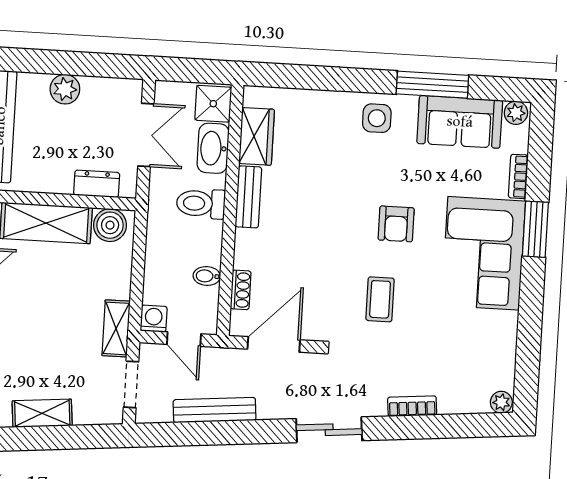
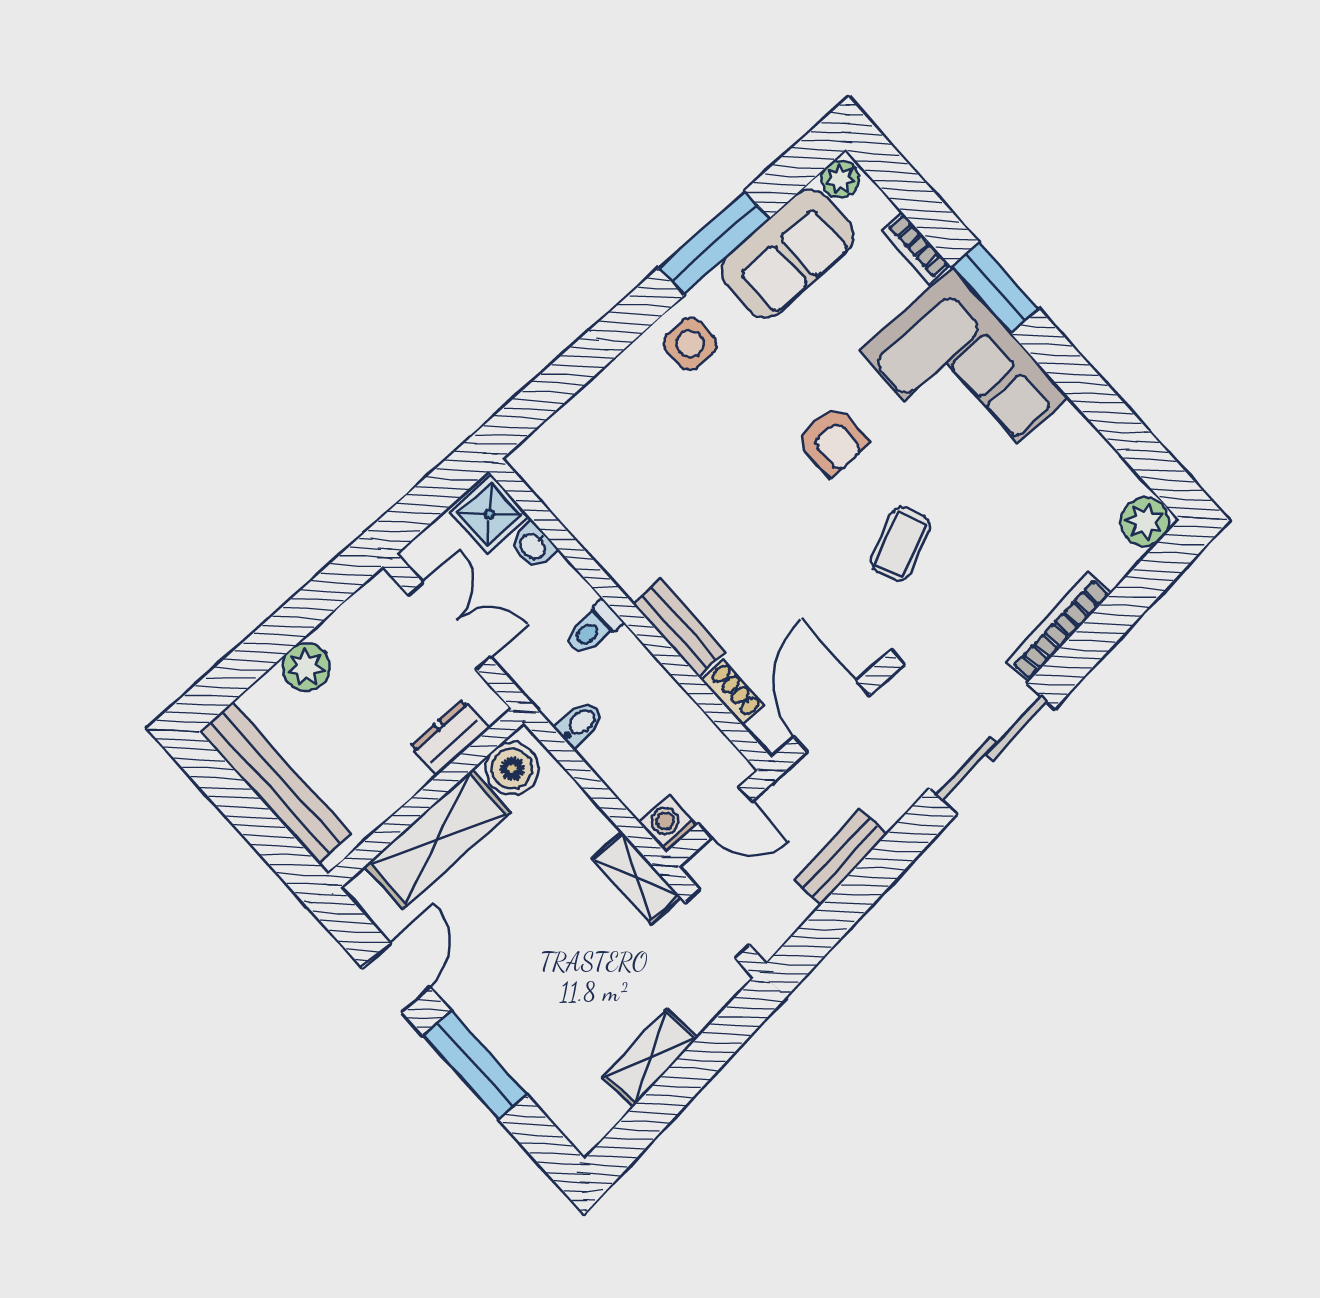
wardrobe: (257, 136) -> (576, 501), removed
washbasin: (213, 148) -> (533, 546), width x0.52, depth x0.69
bench: (248, 197) -> (679, 628), moved
toilet: (201, 204) -> (593, 629), width x0.73, depth x0.72
bidet: (207, 276) -> (579, 724), moved, turned 180
coffee table: (380, 299) -> (900, 544), turned 66
plant: (501, 402) -> (1145, 522), width x1.38, depth x1.38
bookcase: (412, 406) -> (1058, 627), width x1.56
bench: (215, 410) -> (840, 857), width x0.73
sliding door: (329, 430) -> (992, 749), width x1.37

